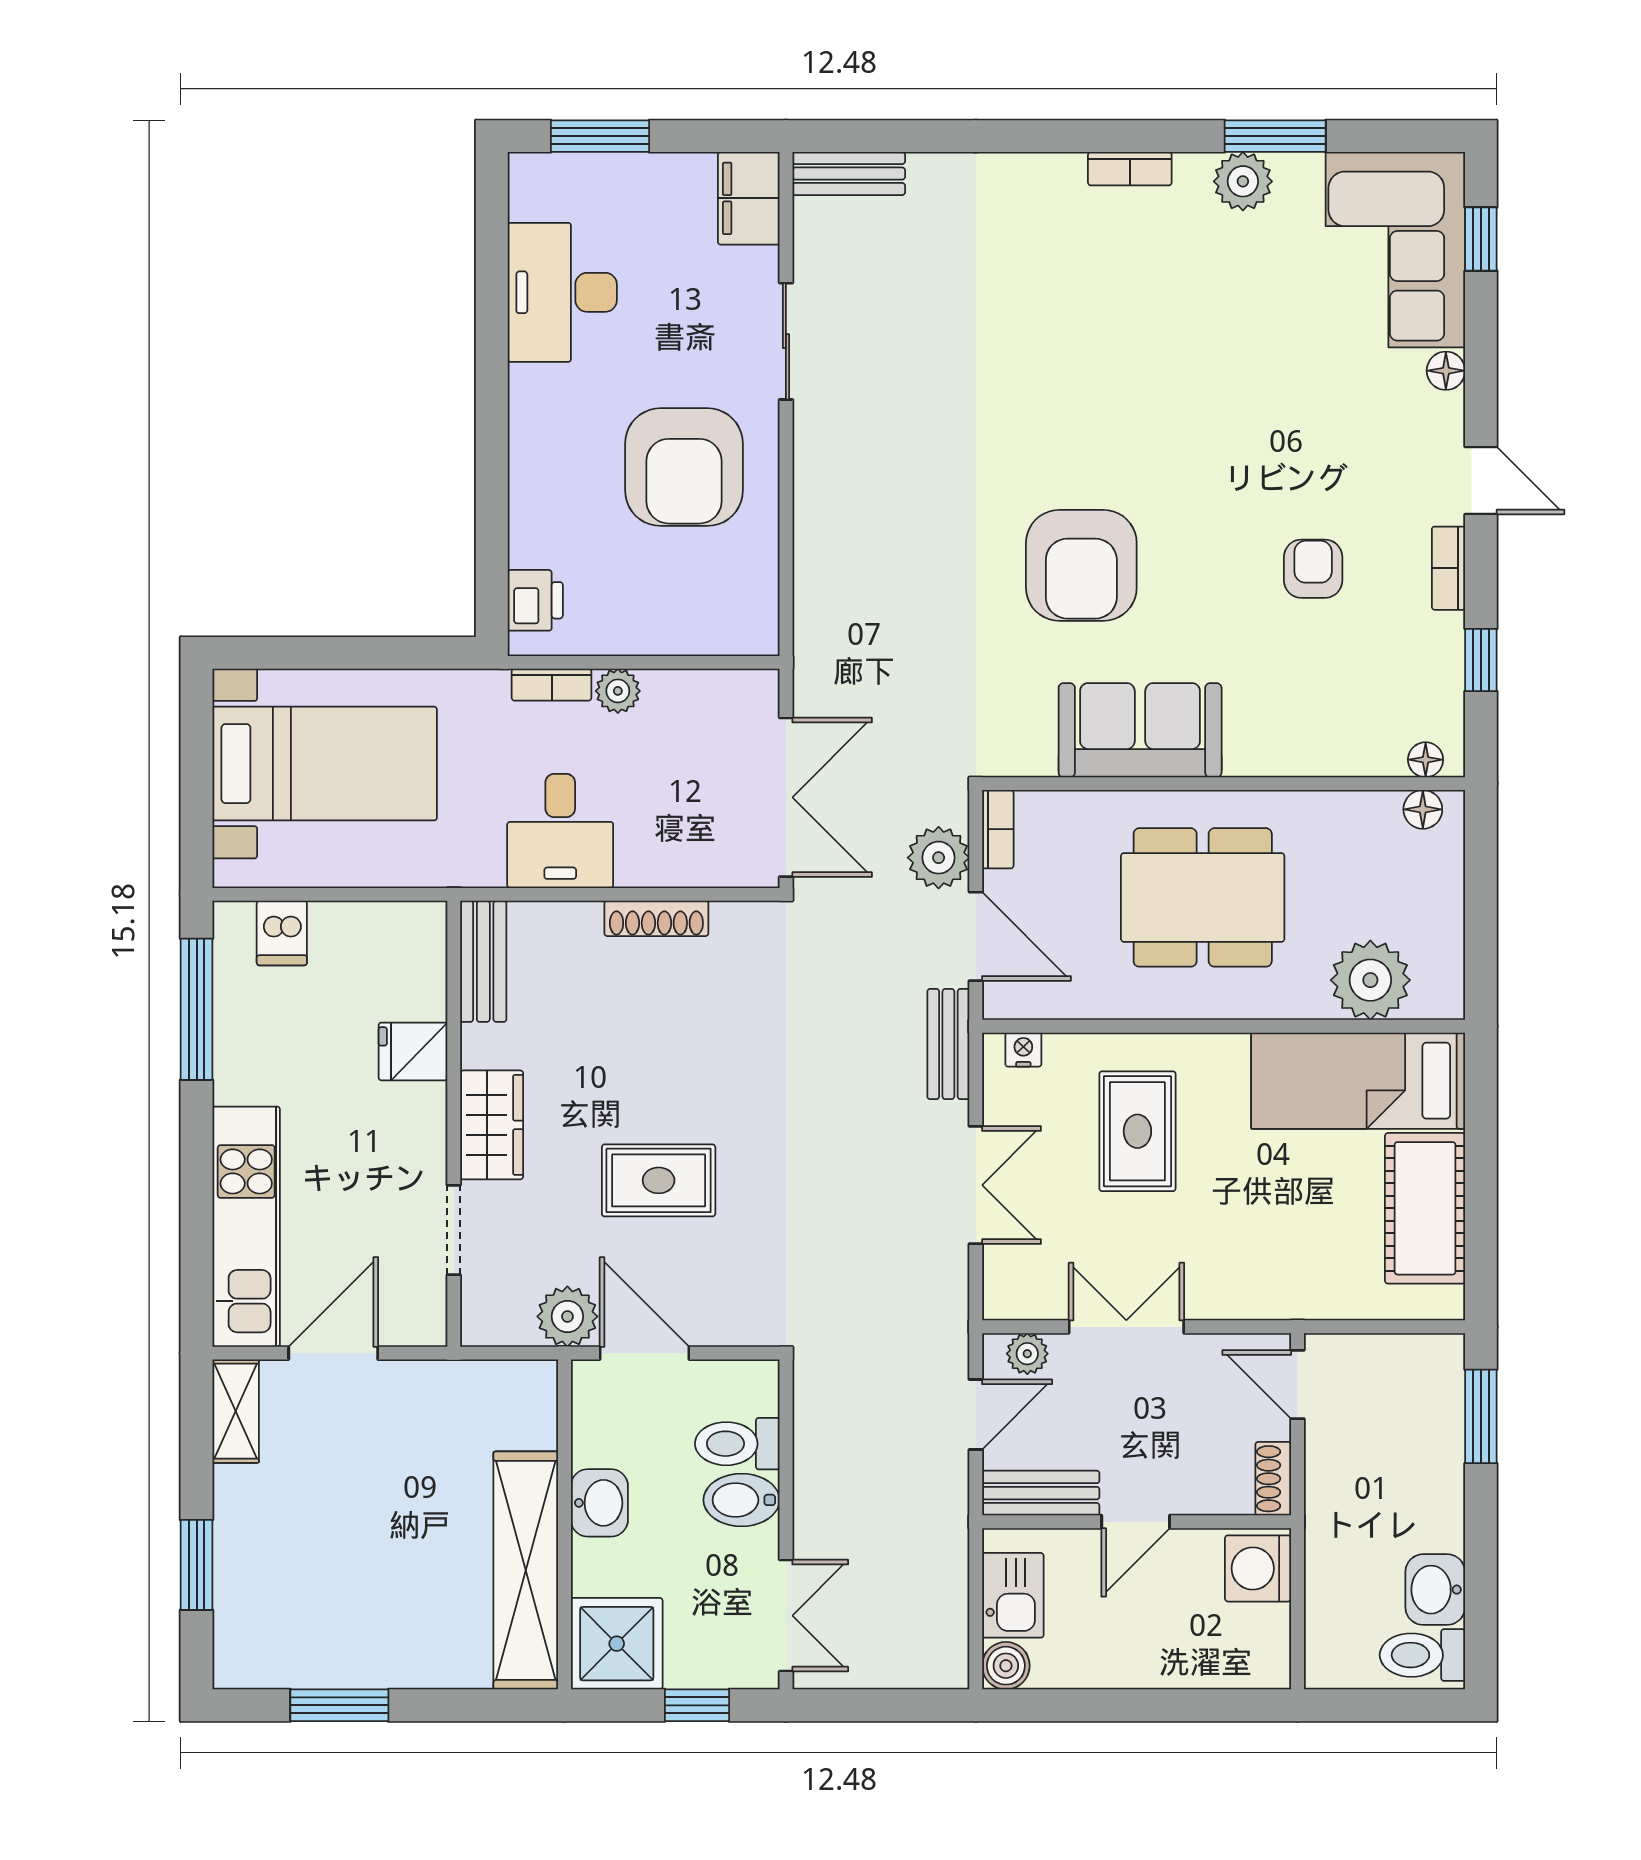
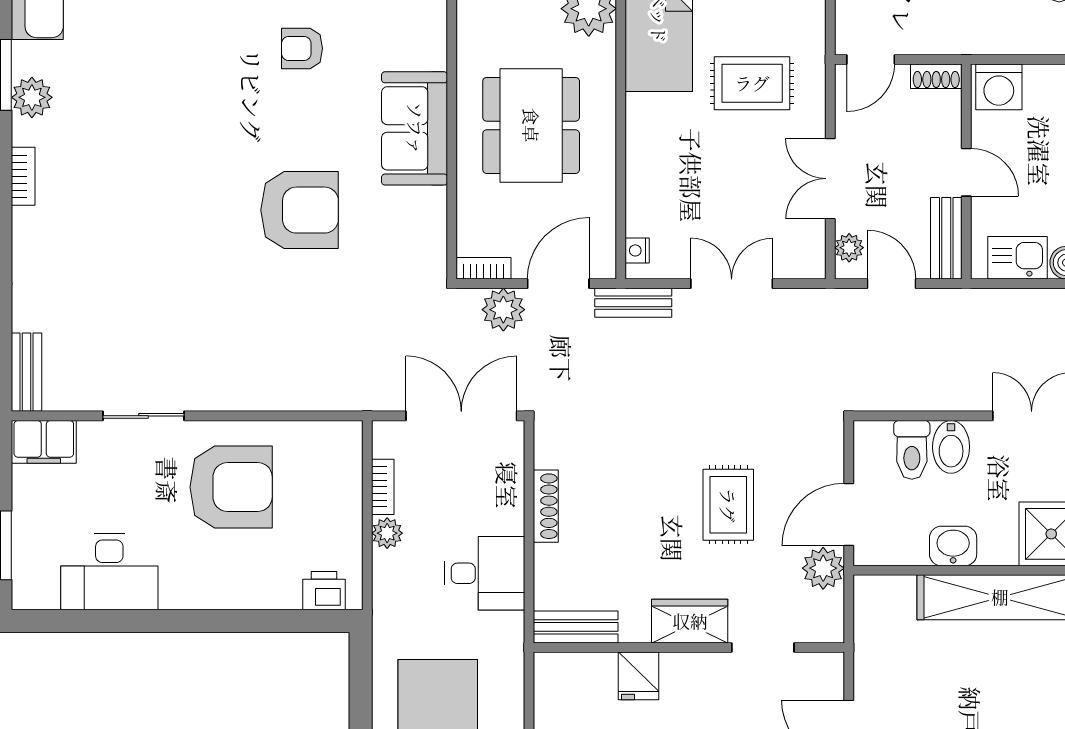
bookcase: (552, 685) -> (383, 487), moved
sofa: (1140, 730) -> (415, 128), moved
rug: (1137, 1131) -> (752, 83), moved

